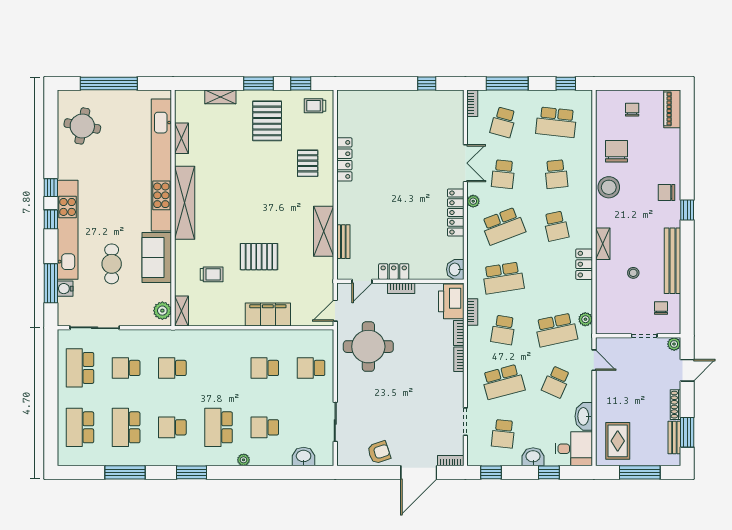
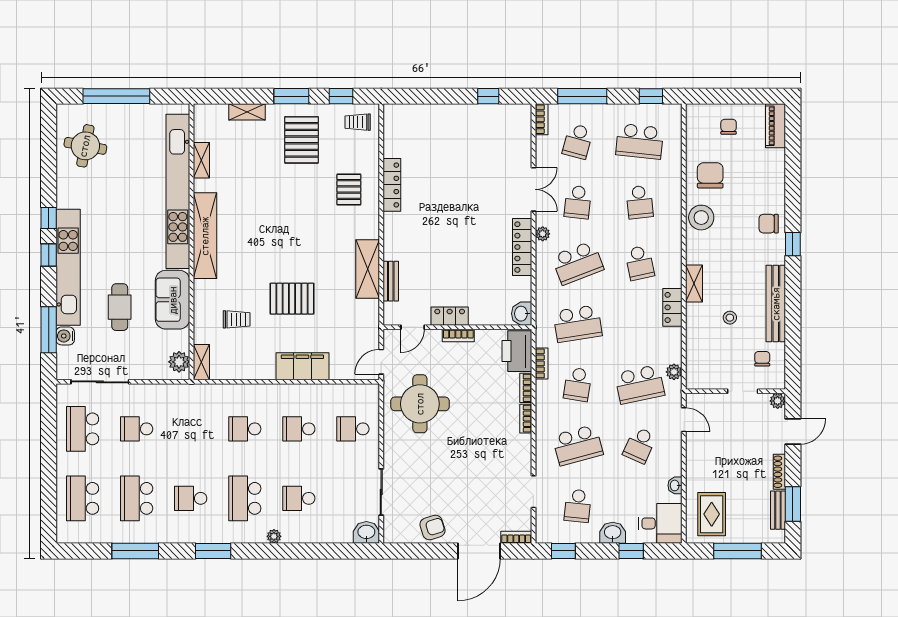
school desk: (172, 368) -> (245, 429), moved
washbasin: (584, 416) -> (675, 485), width x0.52, depth x0.69
washbasin: (304, 457) -> (366, 532), moved

